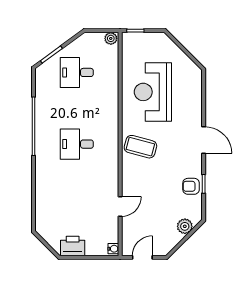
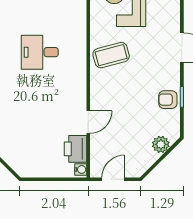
coffee table: (140, 147) -> (111, 55), turned -30
printer: (73, 246) -> (75, 149), moved, turned -90

